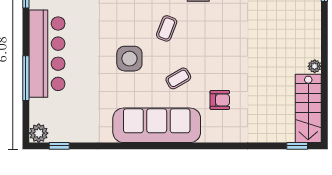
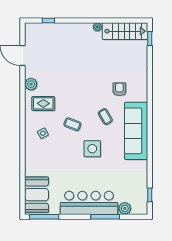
plant: (39, 133) -> (125, 208), moved

